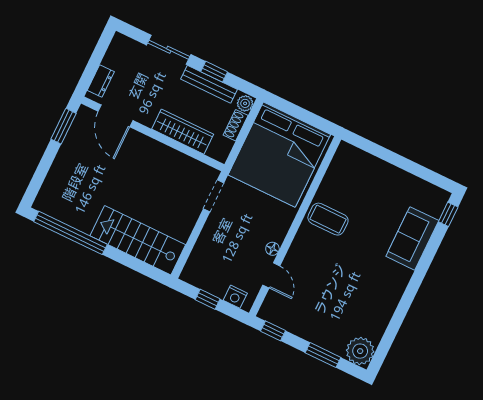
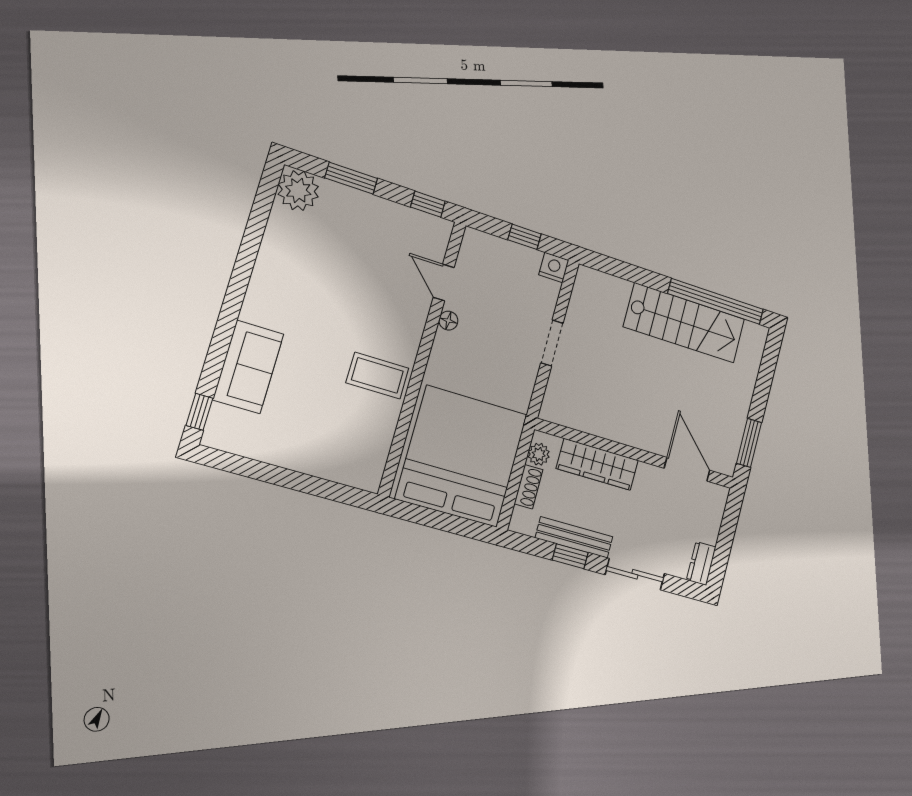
dresser: (101, 81) -> (701, 563), moved
plant: (245, 103) -> (539, 454), moved
doorway: (214, 196) -> (552, 343), moved
stairs: (138, 240) -> (684, 323), moved
nightstand: (235, 297) -> (554, 267), moved

